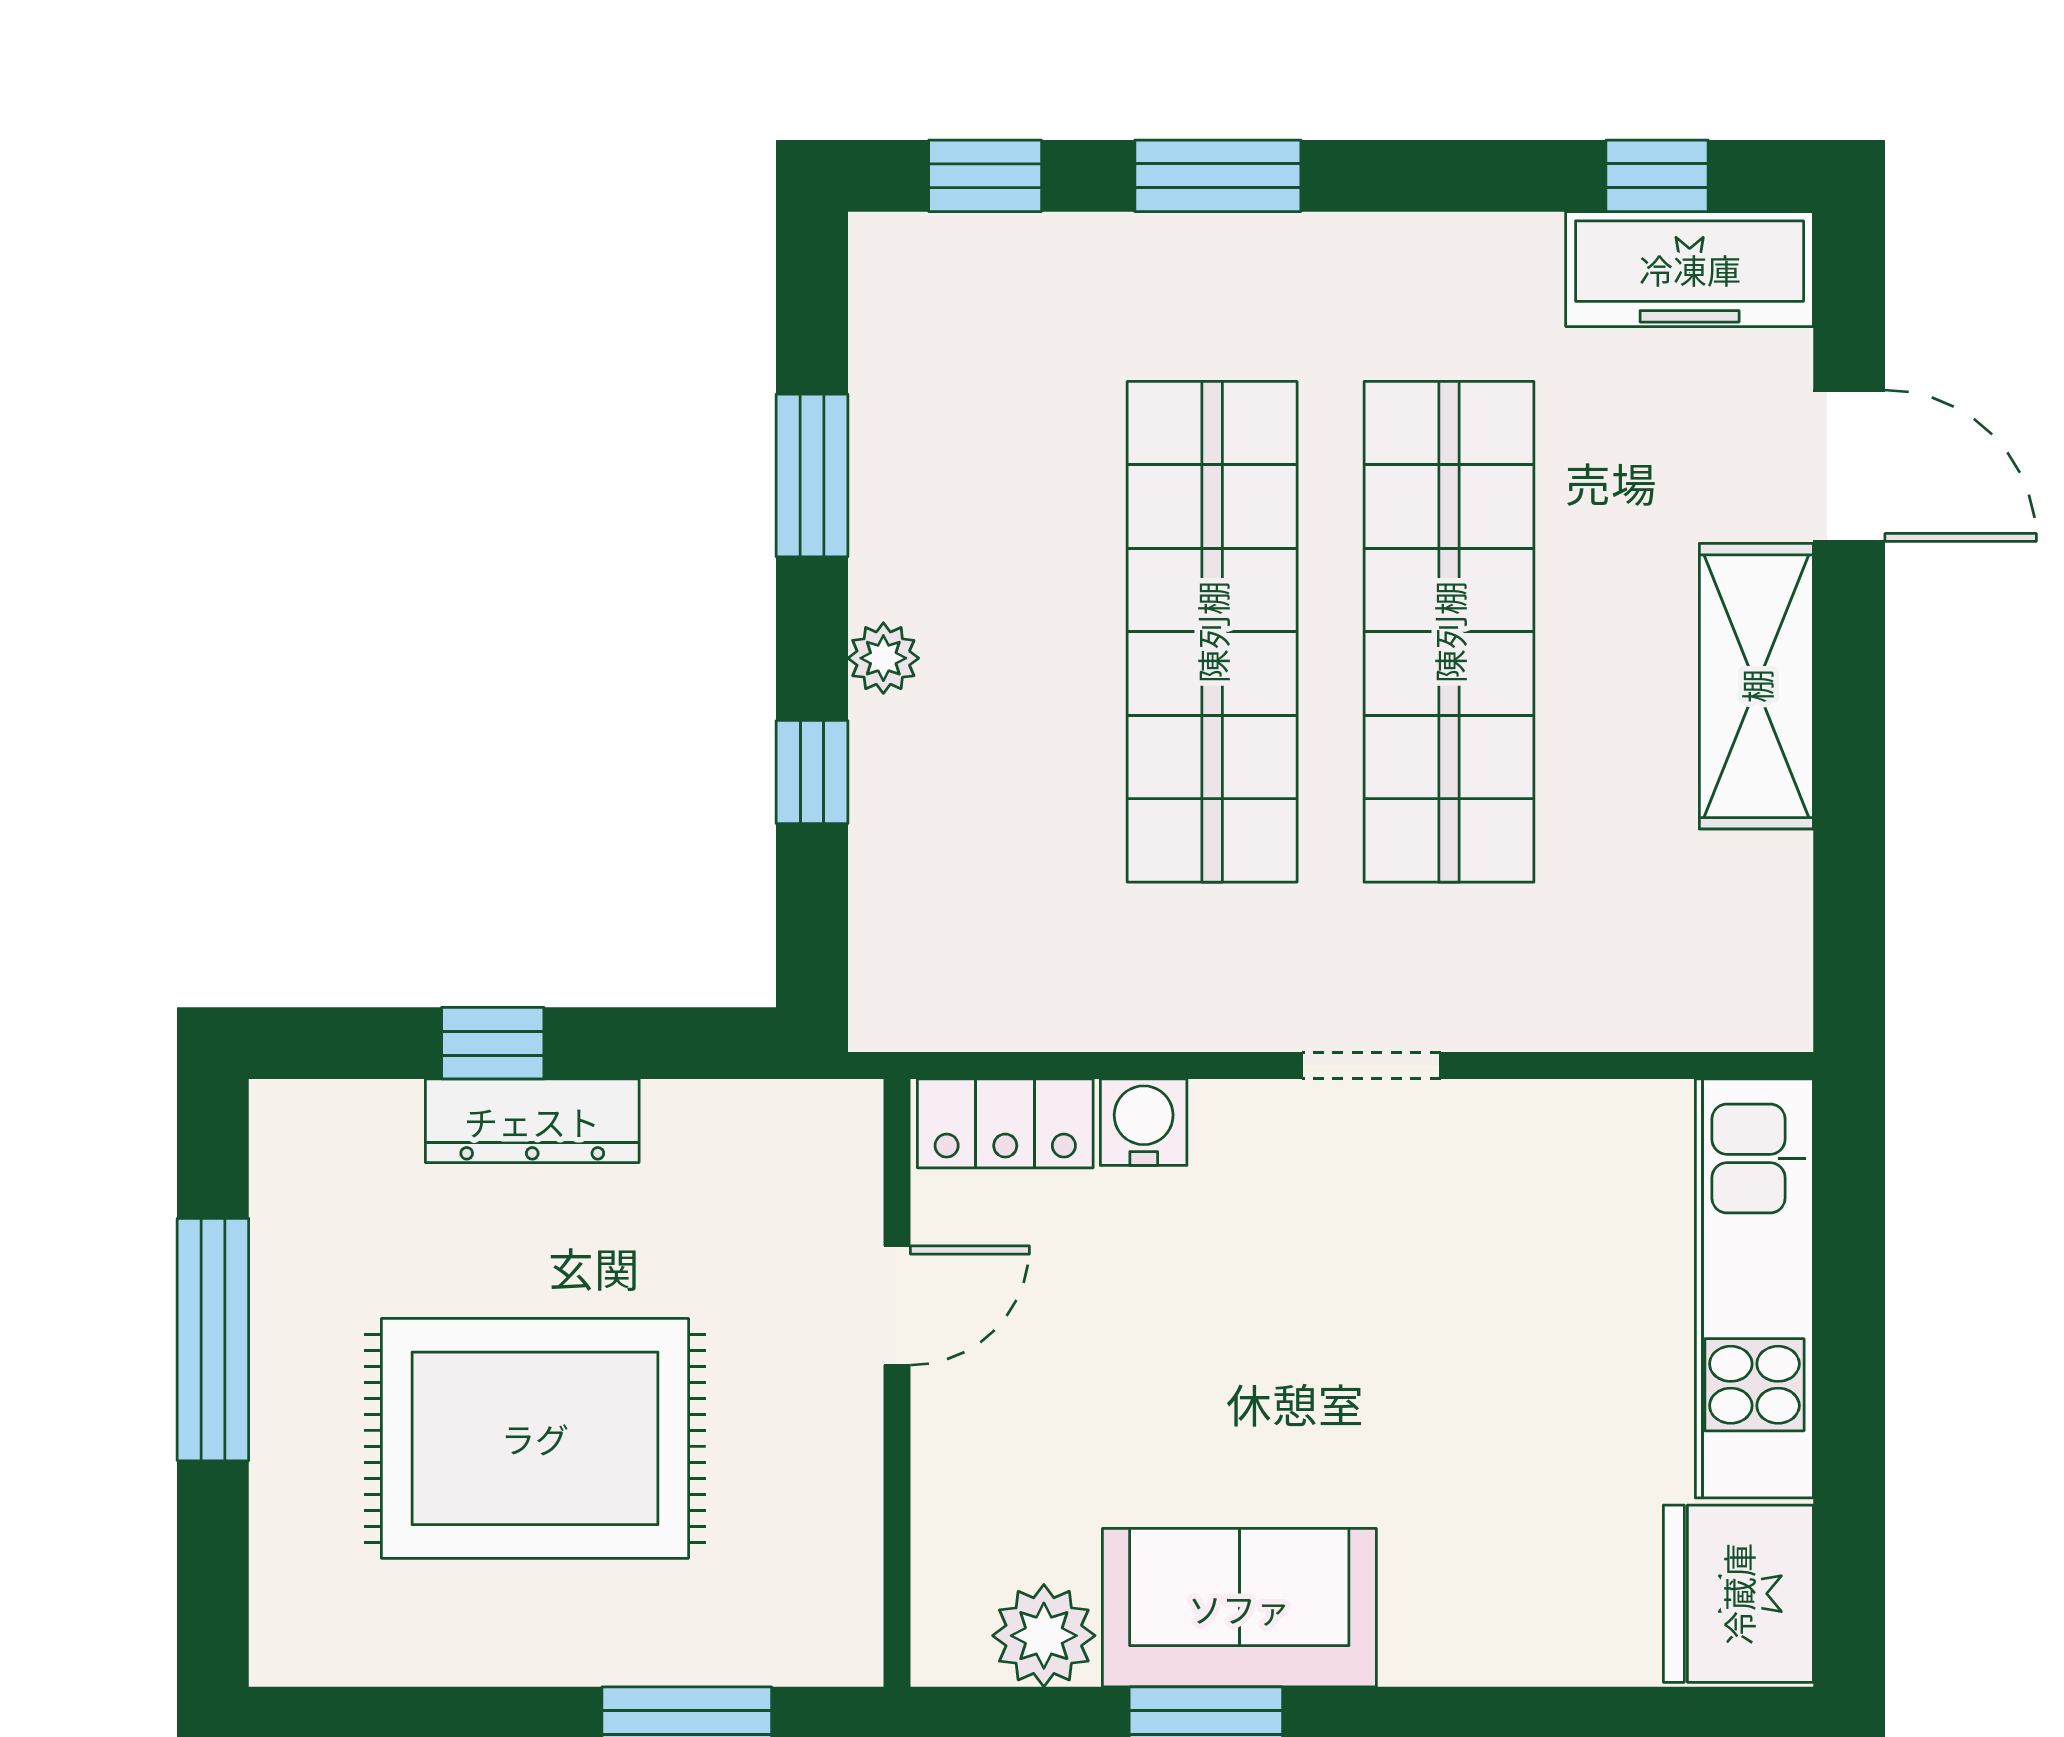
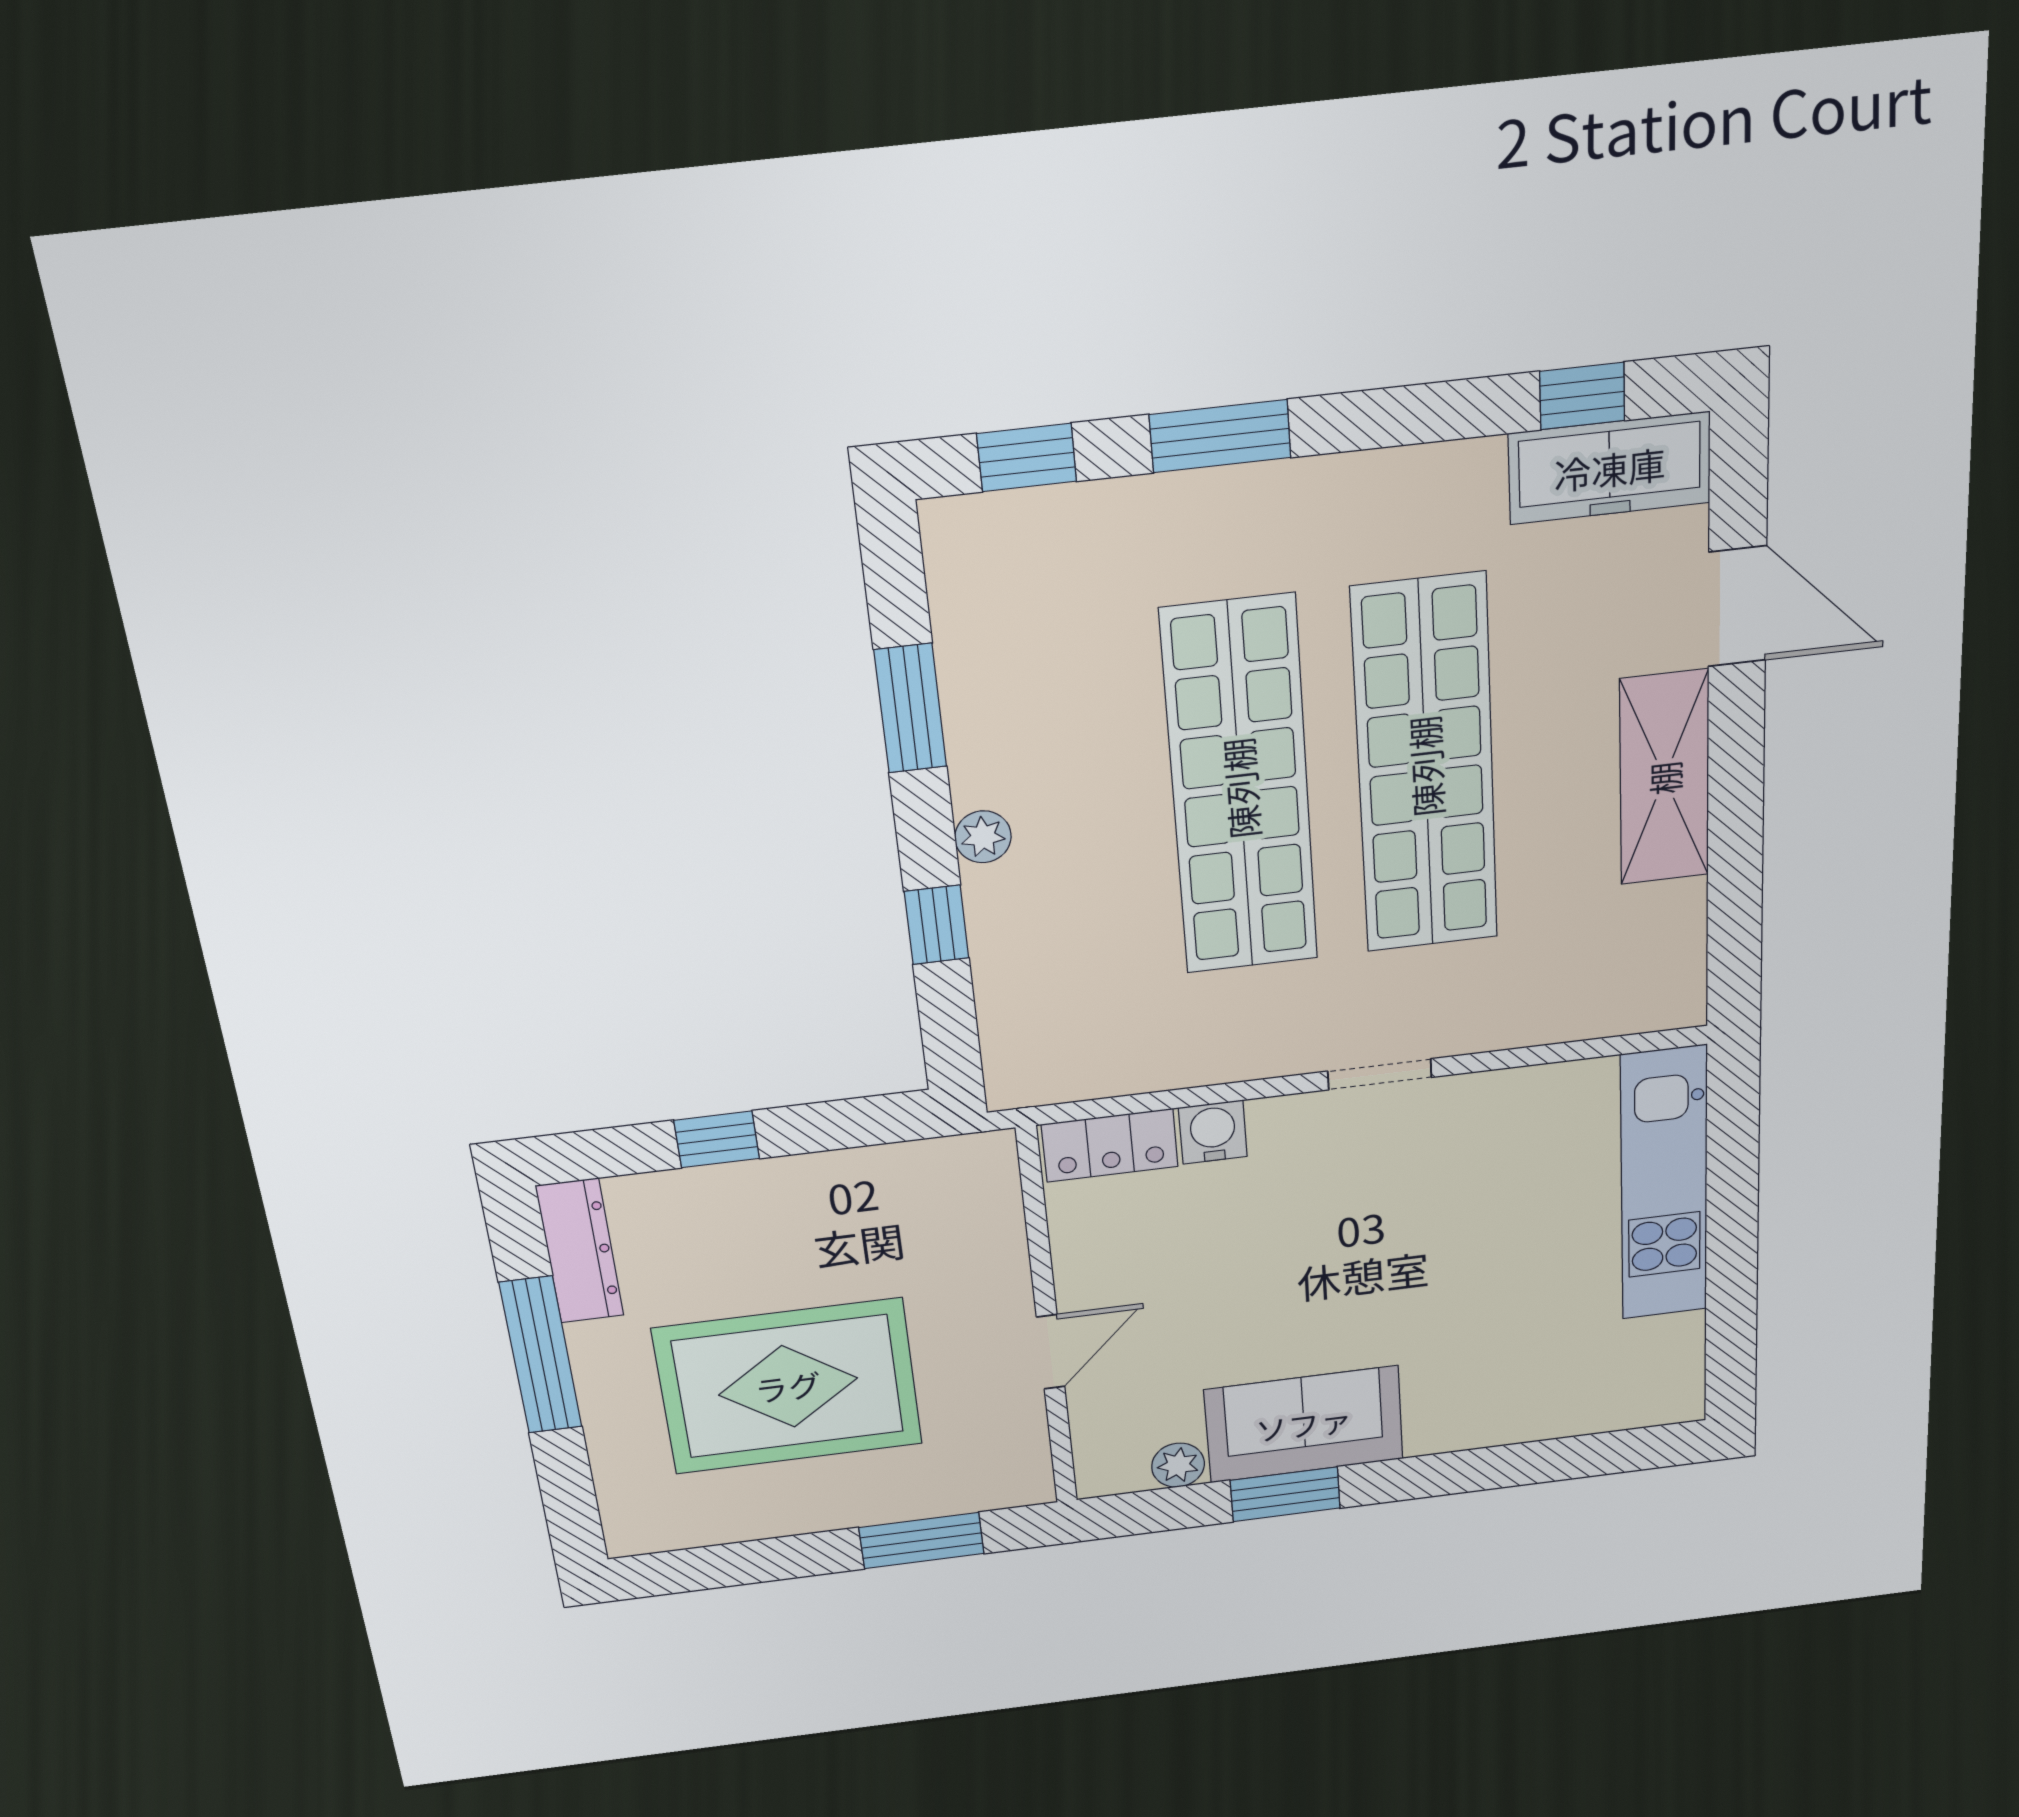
dresser: (532, 1121) -> (580, 1251), moved, turned -90
door: (897, 1305) -> (1051, 1352), moved
fridge: (1738, 1594) -> (1654, 1372), removed
plant: (1044, 1636) -> (1178, 1465), width x0.73, depth x0.73

